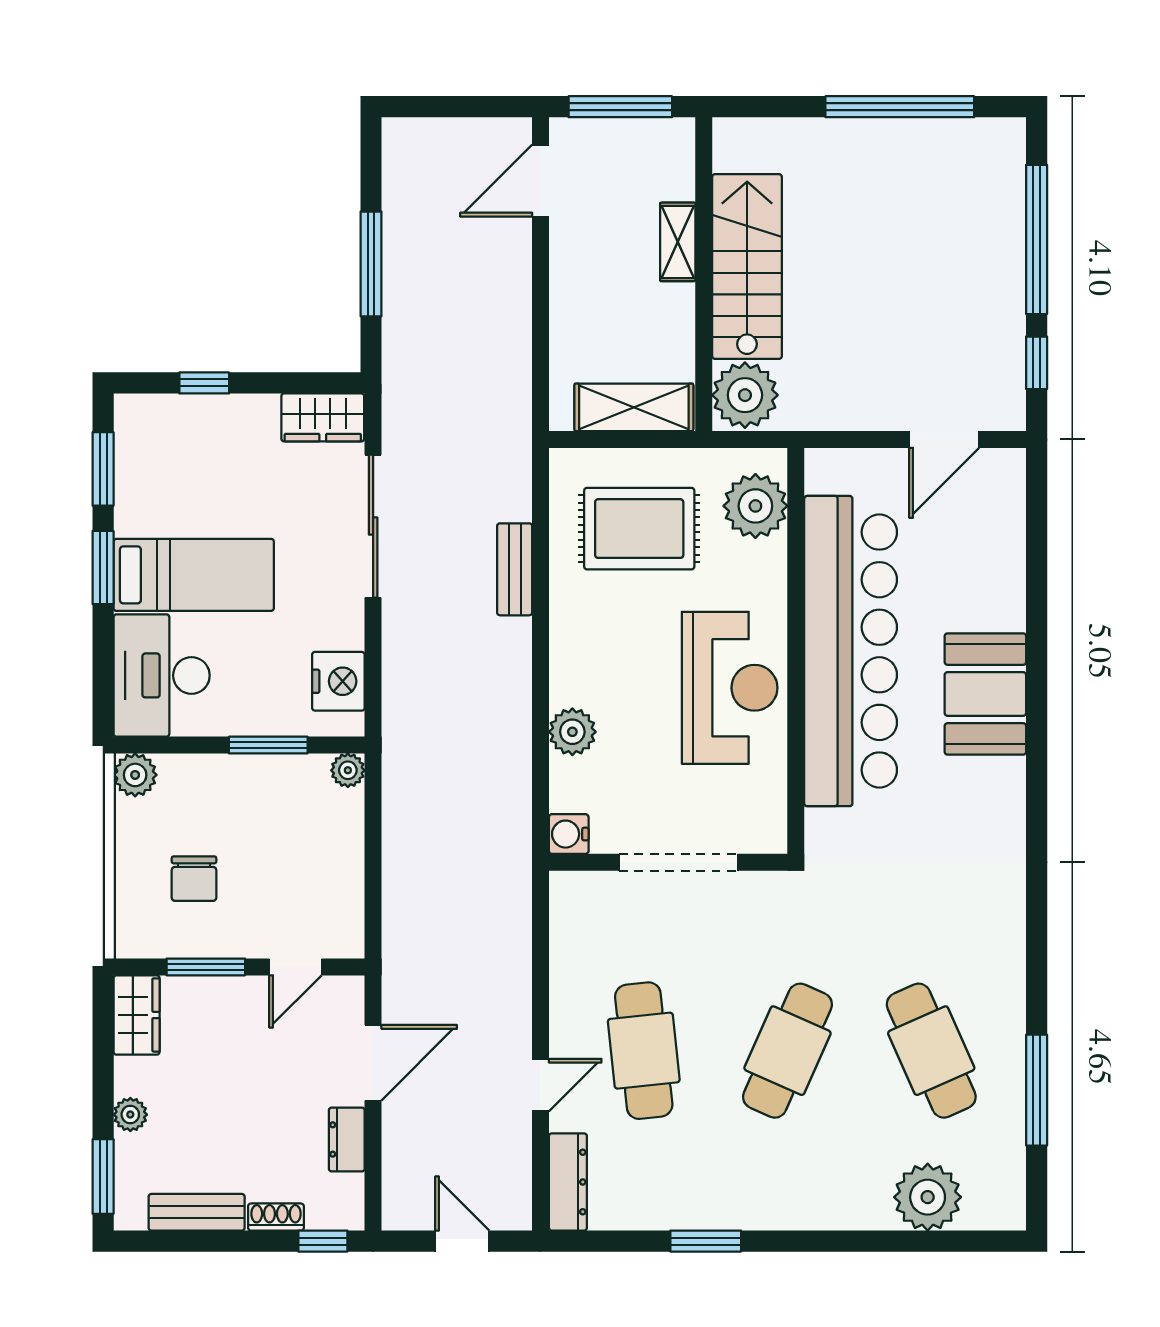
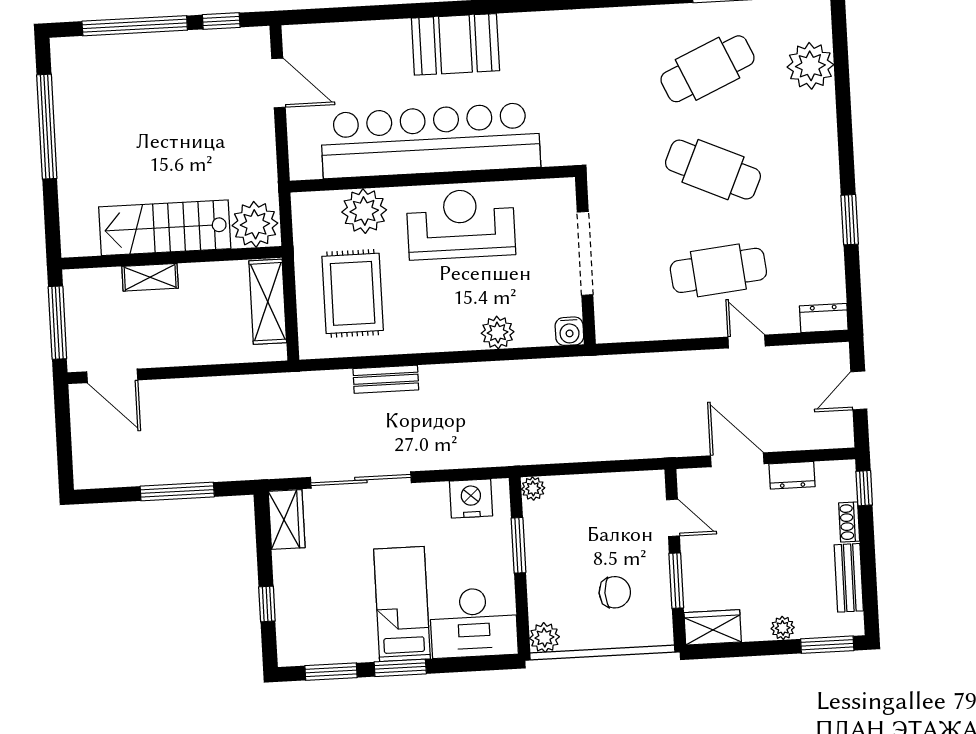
plant: (755, 506) -> (364, 211), moved
dresser: (568, 1182) -> (824, 318), width x0.70

